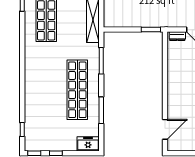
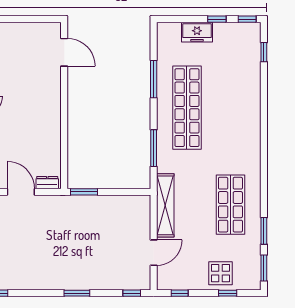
door: (165, 129) -> (64, 52), swing flipped
freezer: (88, 144) -> (197, 32), moved

